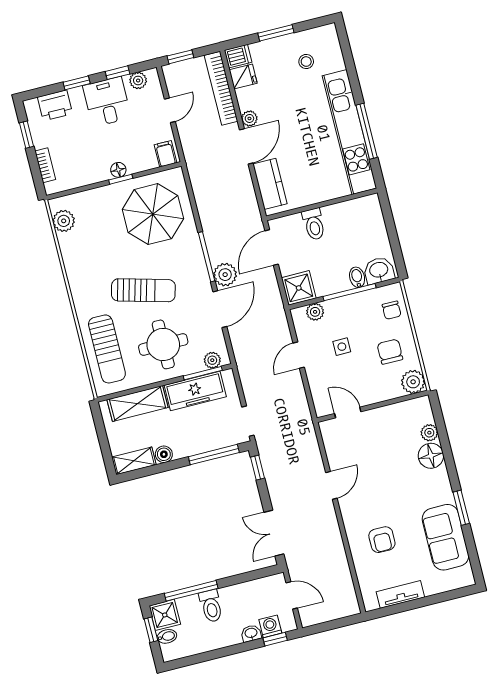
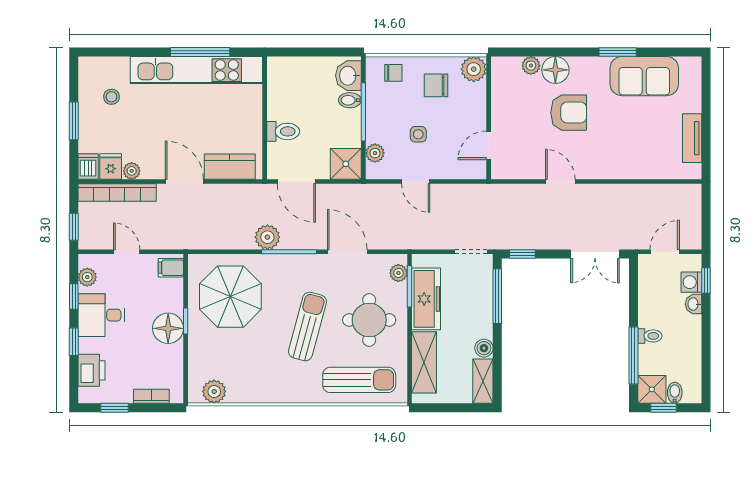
plant: (249, 118) -> (132, 171), moved
floor lamp: (118, 170) -> (168, 328), width x1.89, depth x1.89
plant: (225, 275) -> (267, 237), moved
armchair: (382, 540) -> (569, 113), moved, width x1.38, depth x1.38
toilet: (211, 606) -> (650, 336), width x0.73, depth x0.72

